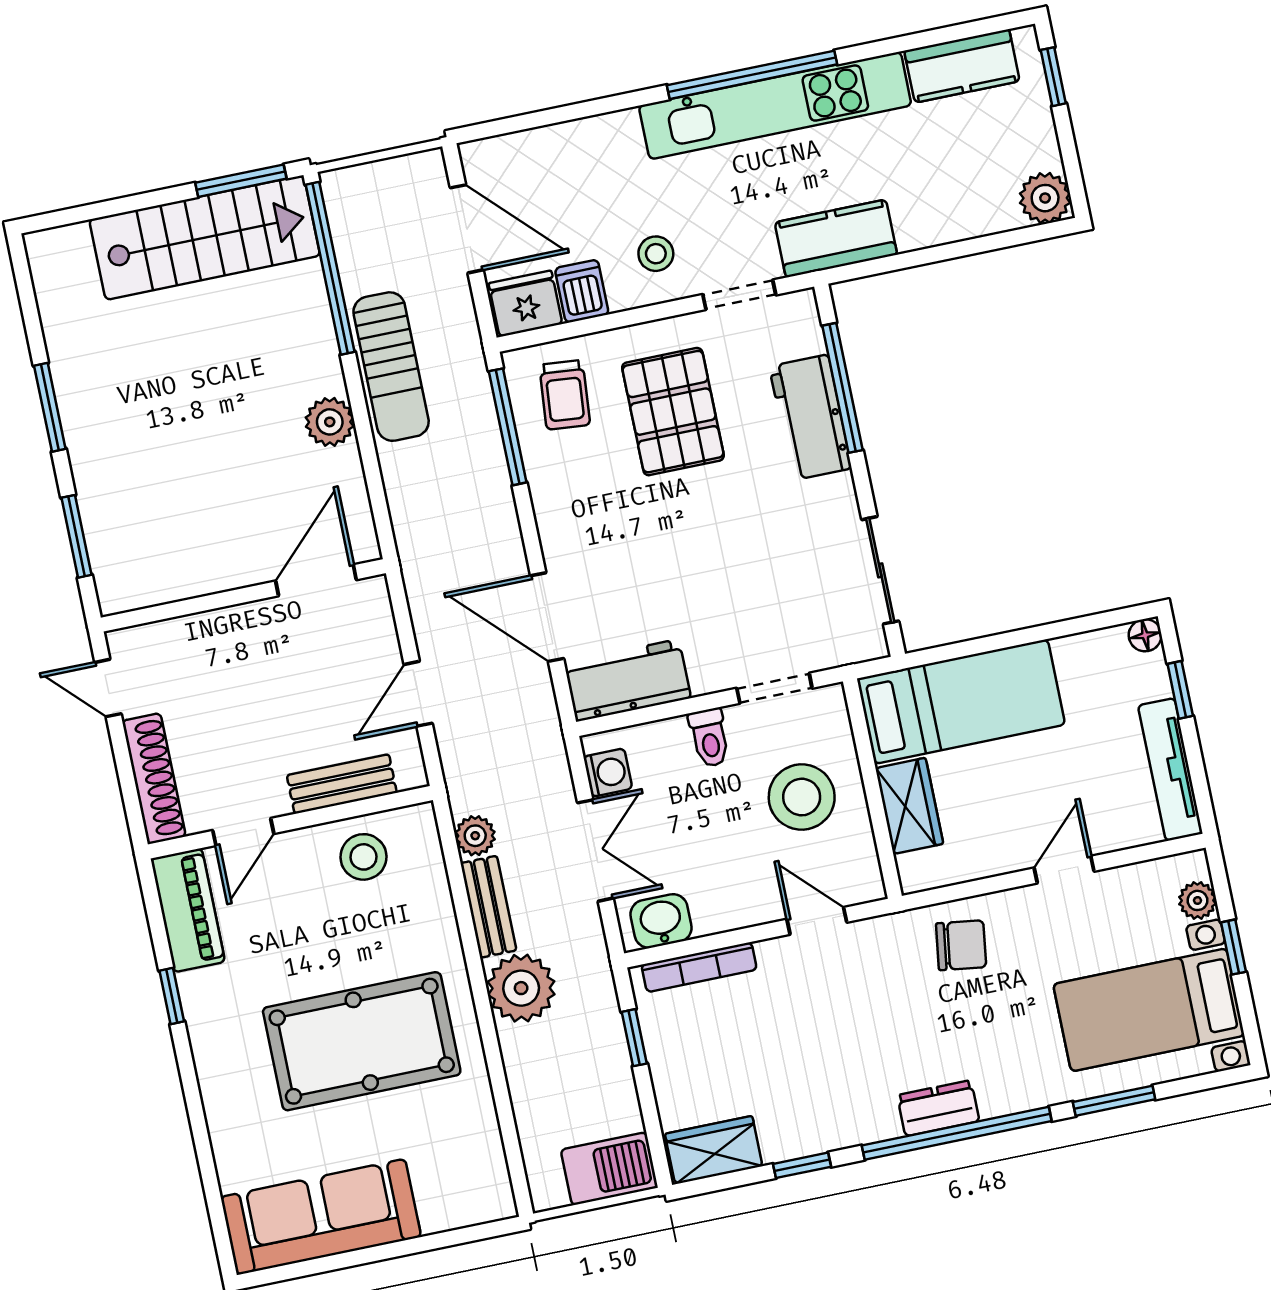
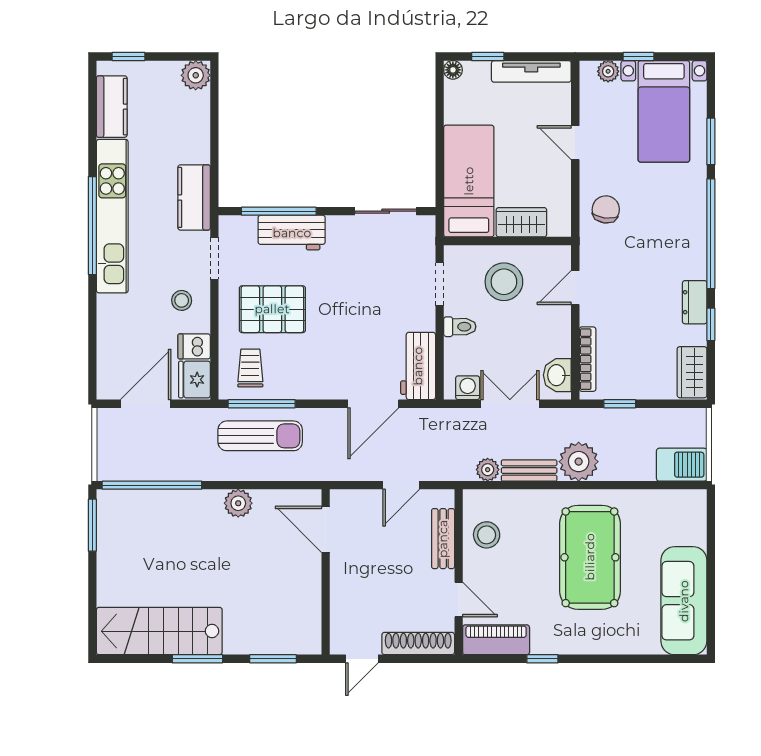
stairs: (205, 238) -> (159, 631), moved, turned -90
sun lounger: (391, 367) -> (260, 436), moved
trolley: (565, 395) -> (250, 368), turned -95
door: (418, 694) -> (401, 485), hinge flipped
dresser: (938, 1108) -> (695, 302), moved
barbecue: (609, 1169) -> (682, 465), moved, turned 90

